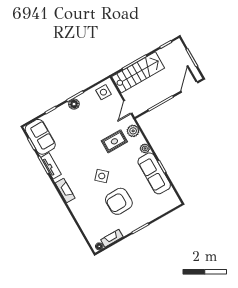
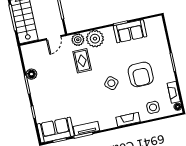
side table: (103, 92) -> (153, 107), moved
floor lamp: (74, 104) -> (31, 74), moved
door: (128, 107) -> (54, 38), hinge flipped
plant: (145, 148) -> (95, 39), width x1.87, depth x1.87
sofa: (154, 173) -> (130, 31), width x0.73
fireplace: (65, 190) -> (128, 119), moved

